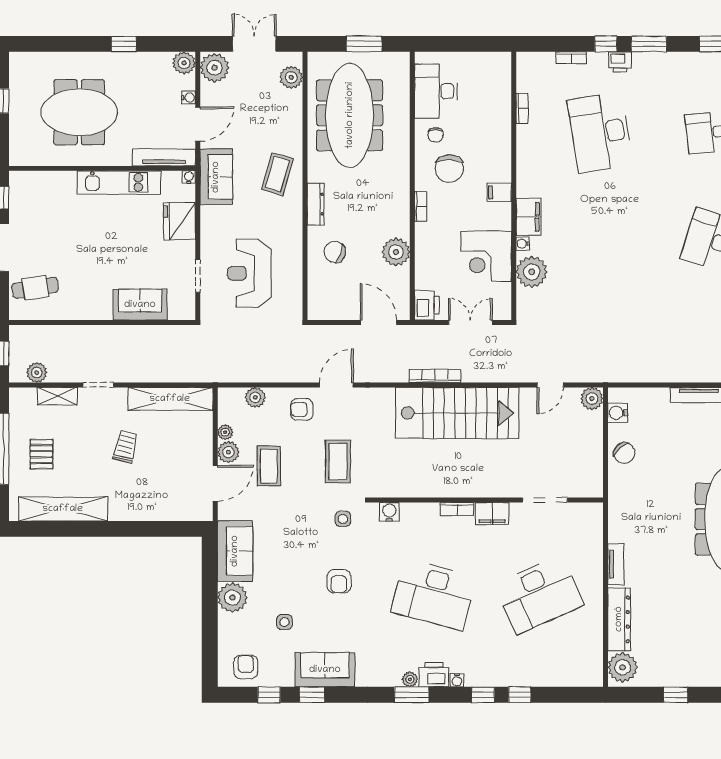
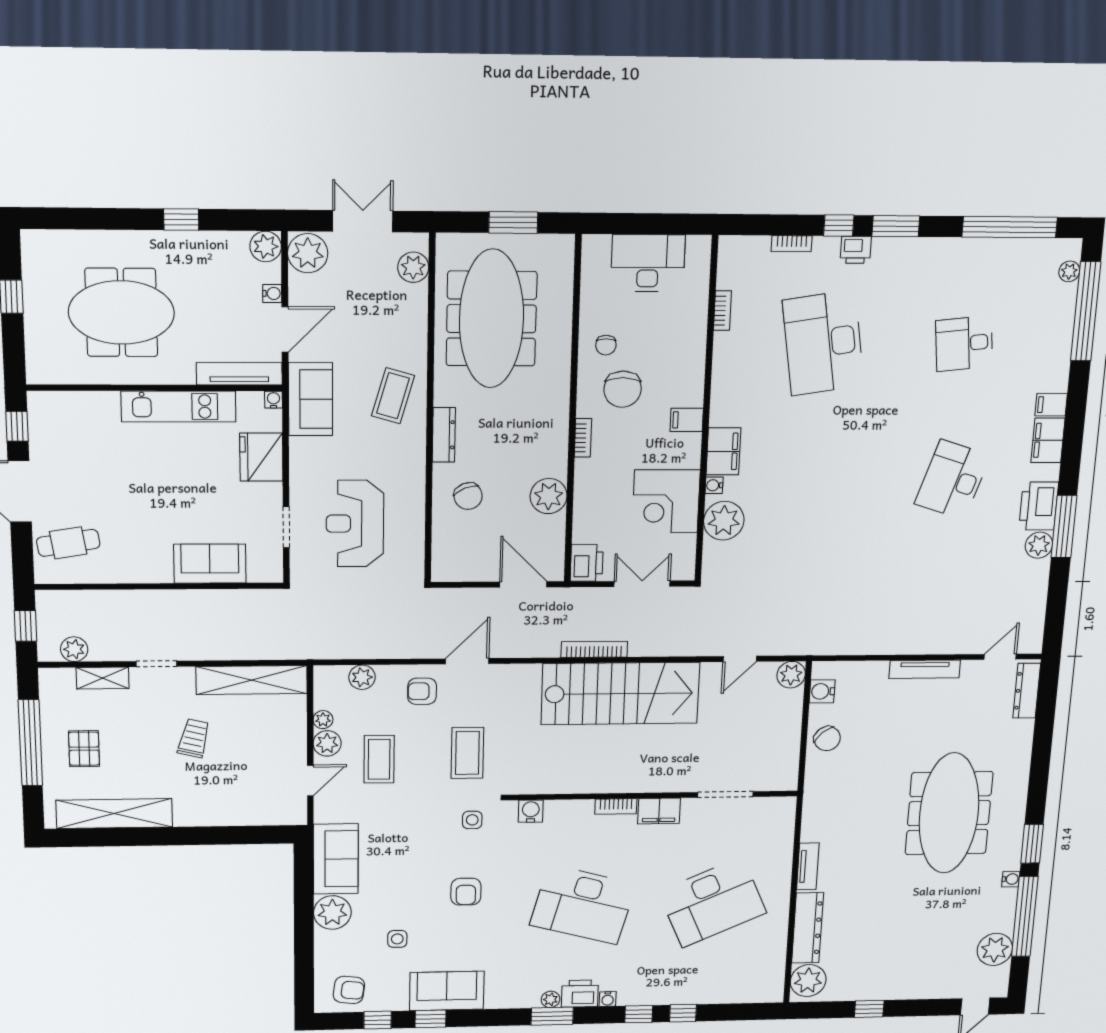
desk: (436, 91) -> (648, 263), moved, turned 90
chair: (335, 252) -> (468, 496), turned -131
door: (215, 483) -> (310, 780), width x0.73
armchair: (246, 667) -> (349, 990), turned 97

